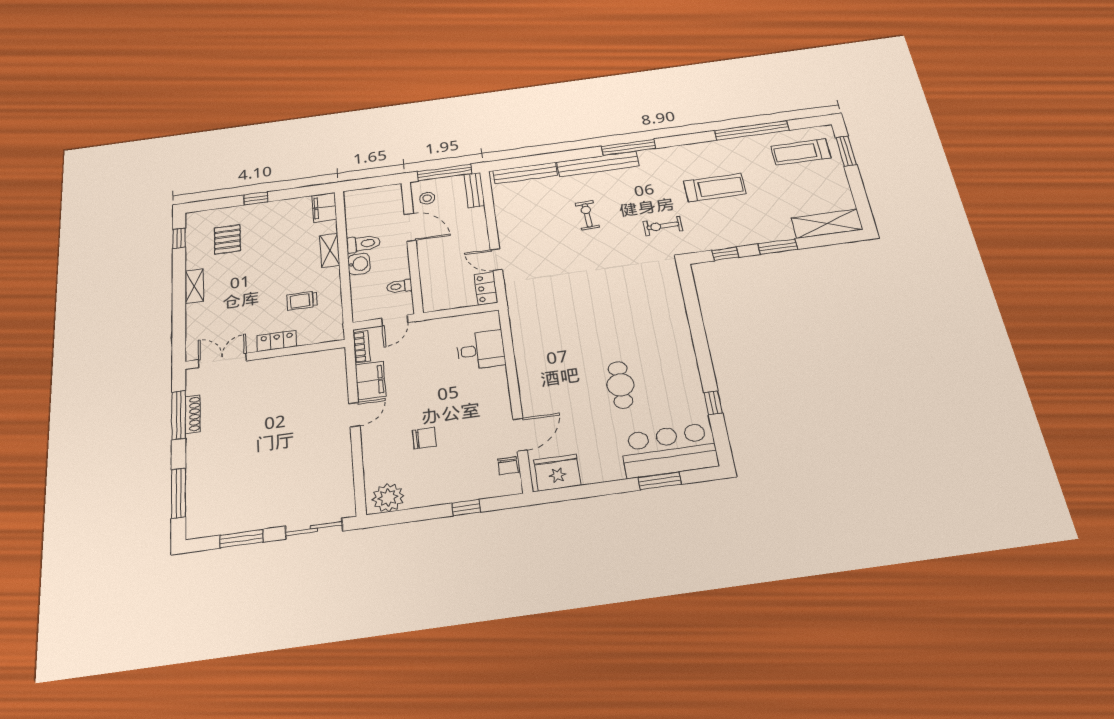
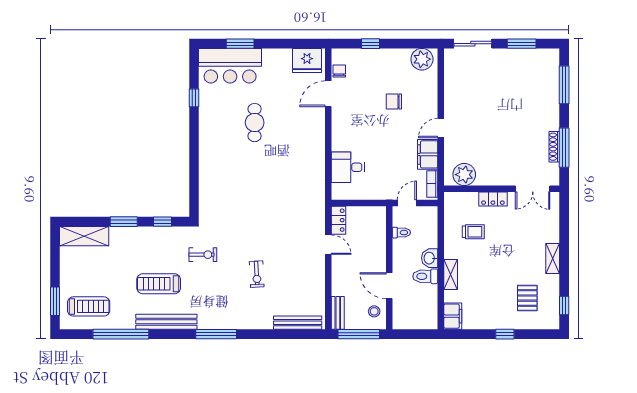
bench: (598, 164) -> (166, 322), moved
plant: (318, 364) -> (464, 175), added

